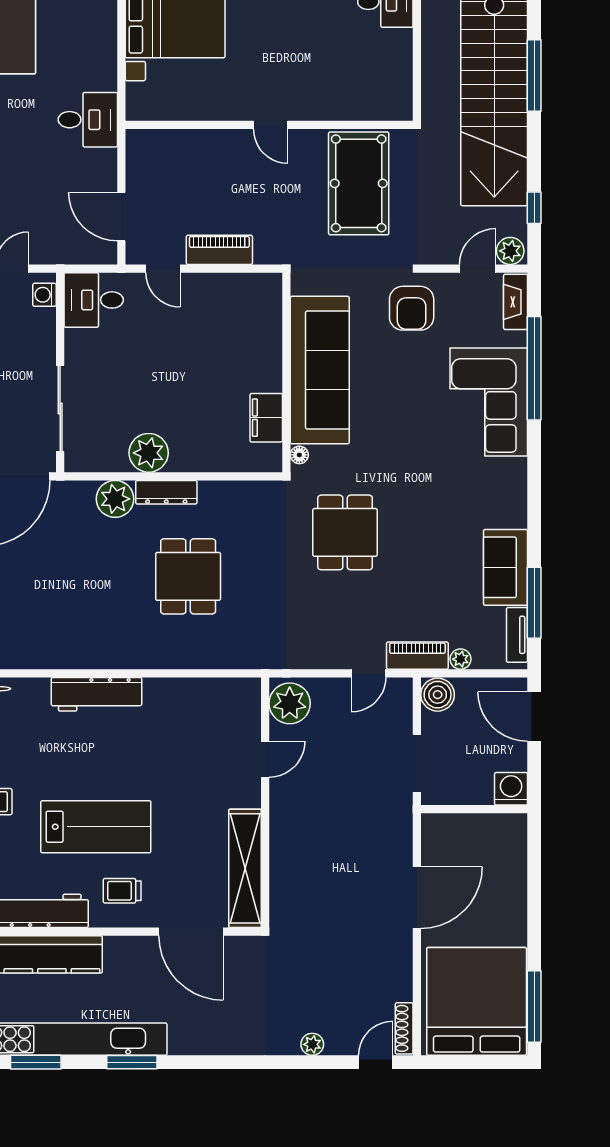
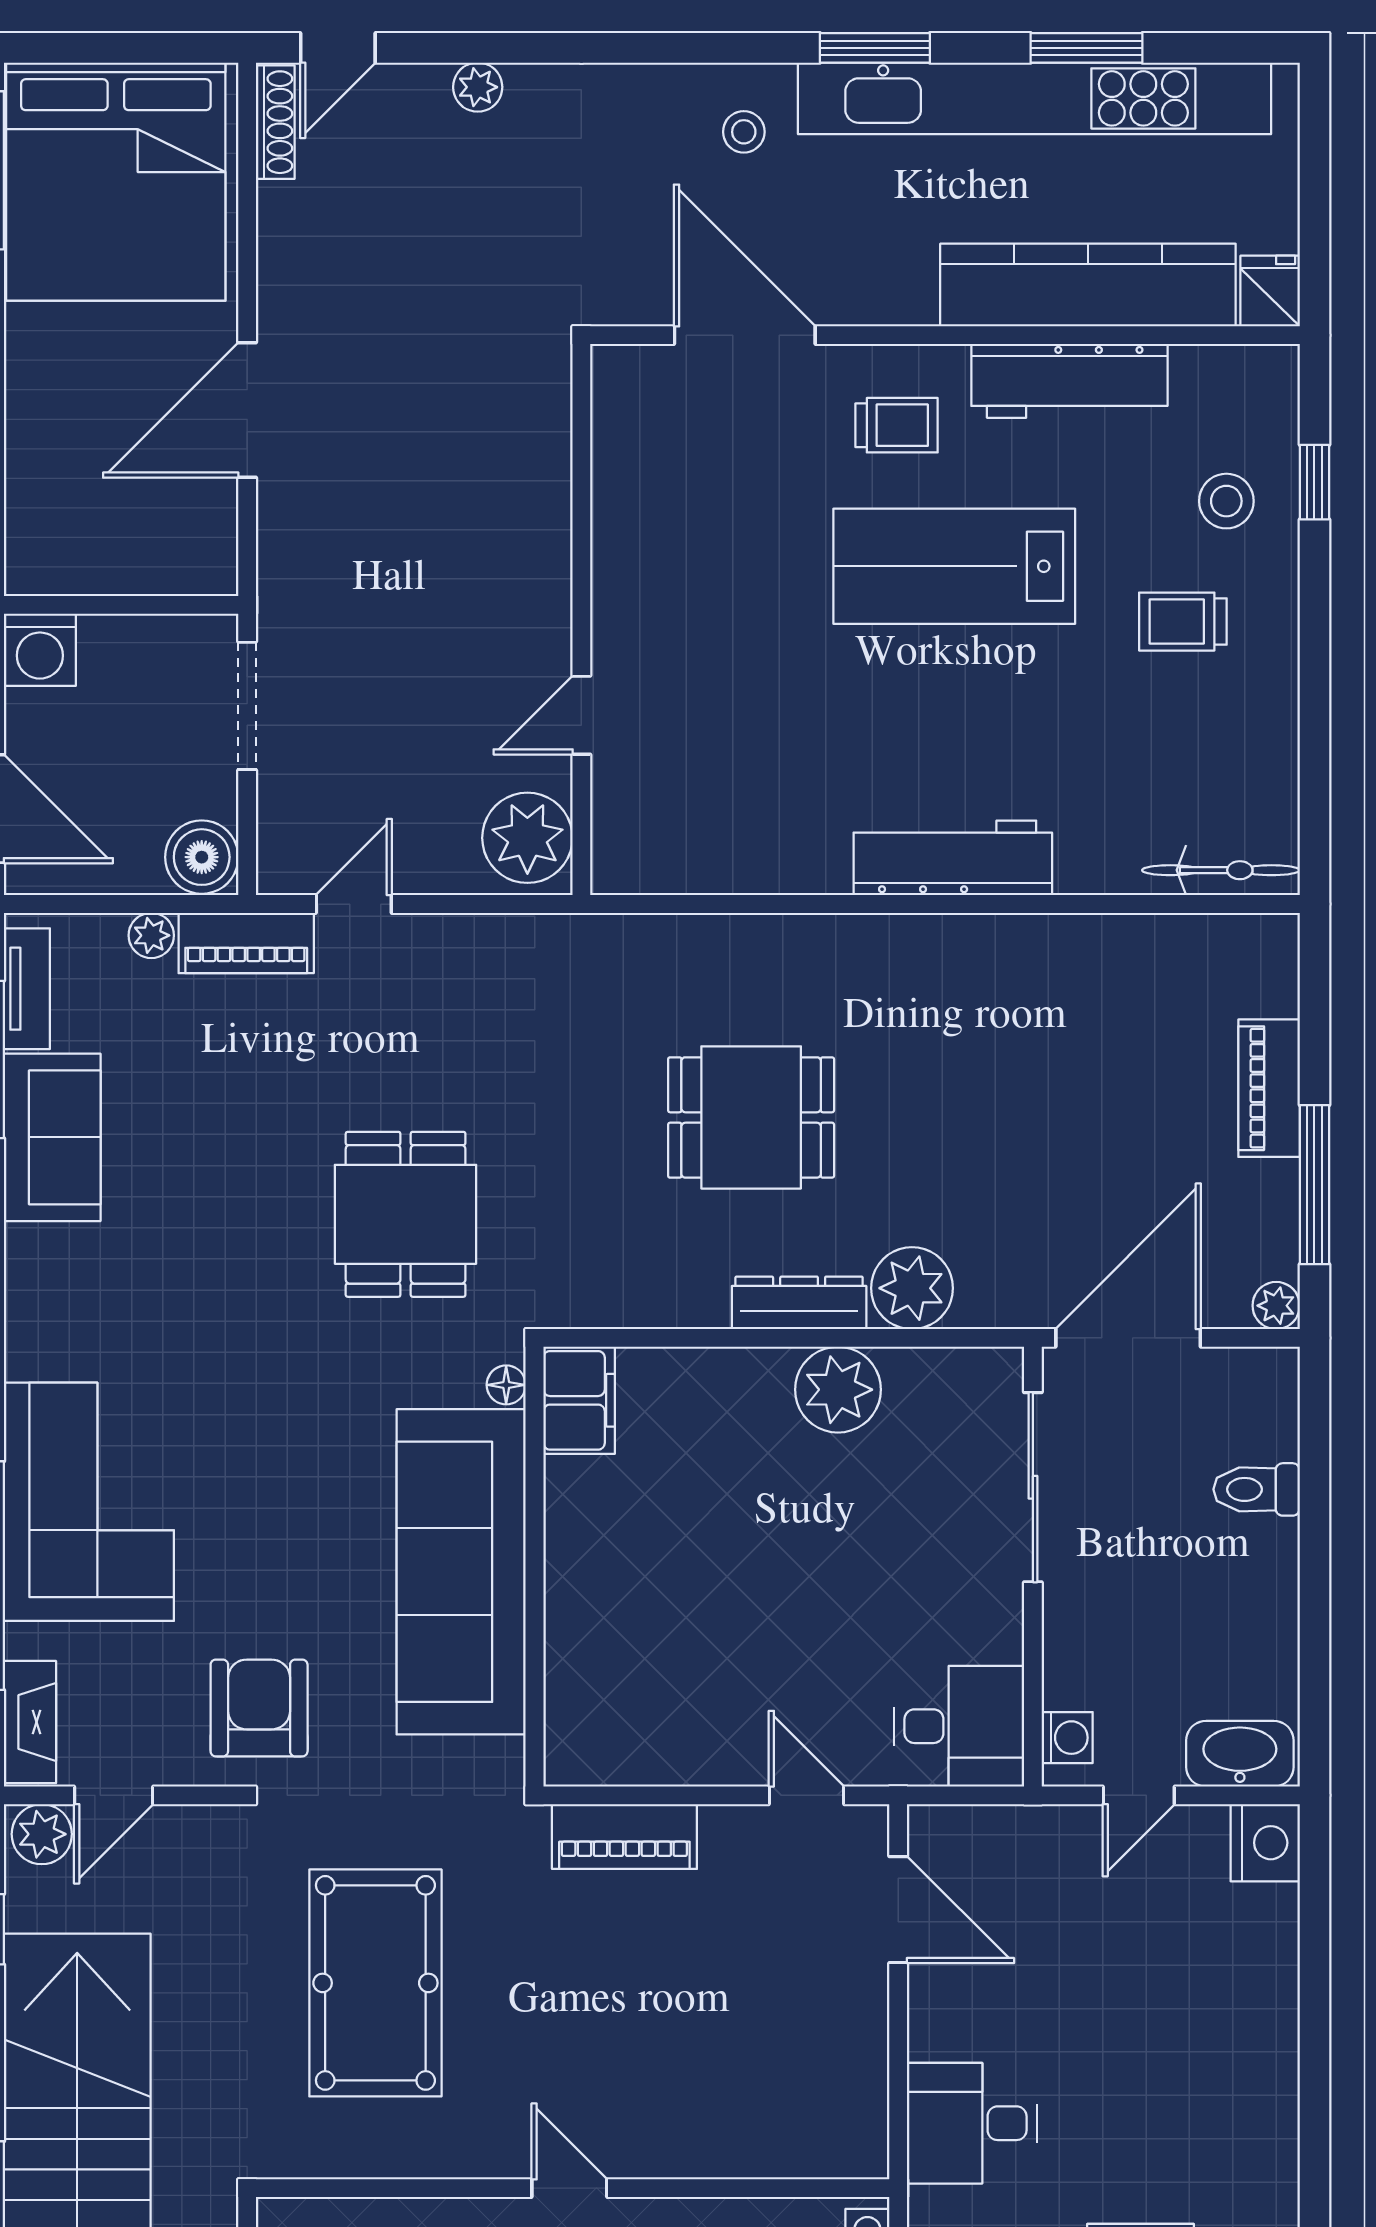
wall: (269, 125) -> (573, 2188), moved
door: (271, 125) -> (569, 2188), moved
piano: (219, 250) -> (624, 1837), moved
filing cabinet: (266, 418) -> (579, 1400), moved
dining table: (188, 576) -> (751, 1117), turned 90
shelving: (245, 868) -> (626, 474), removed
stool: (191, 1024) -> (744, 132), added

